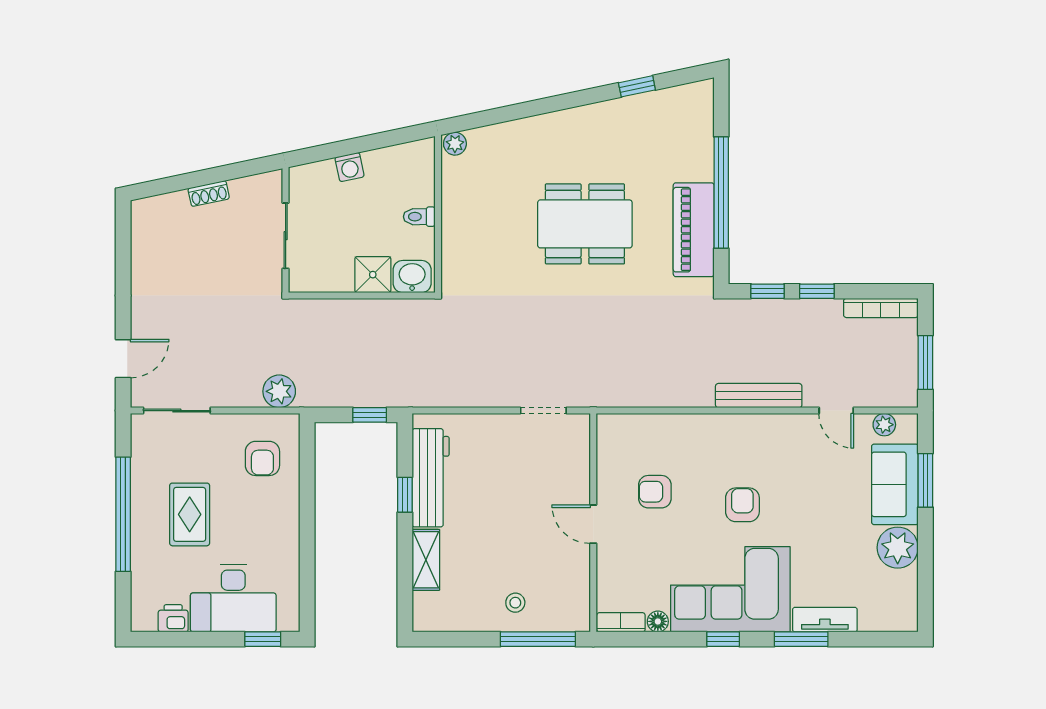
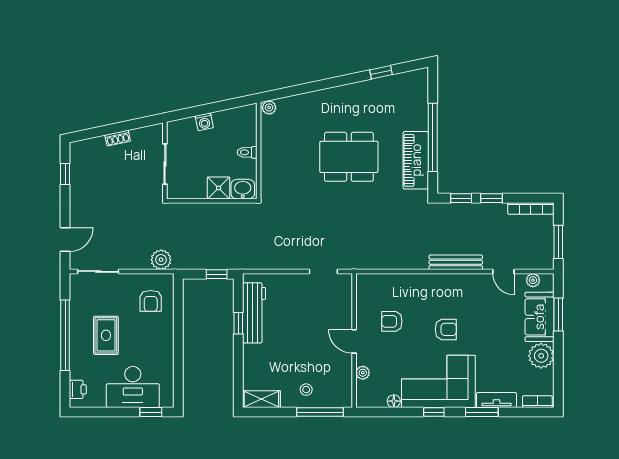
window: (123, 252) -> (65, 174), added
armchair: (742, 505) -> (446, 329), turned 90
shelving: (426, 560) -> (261, 399), moved, turned 90
plant: (607, 575) -> (363, 373), added
printer: (173, 618) -> (78, 389), moved, turned 90
bookcase: (621, 622) -> (537, 402), moved

